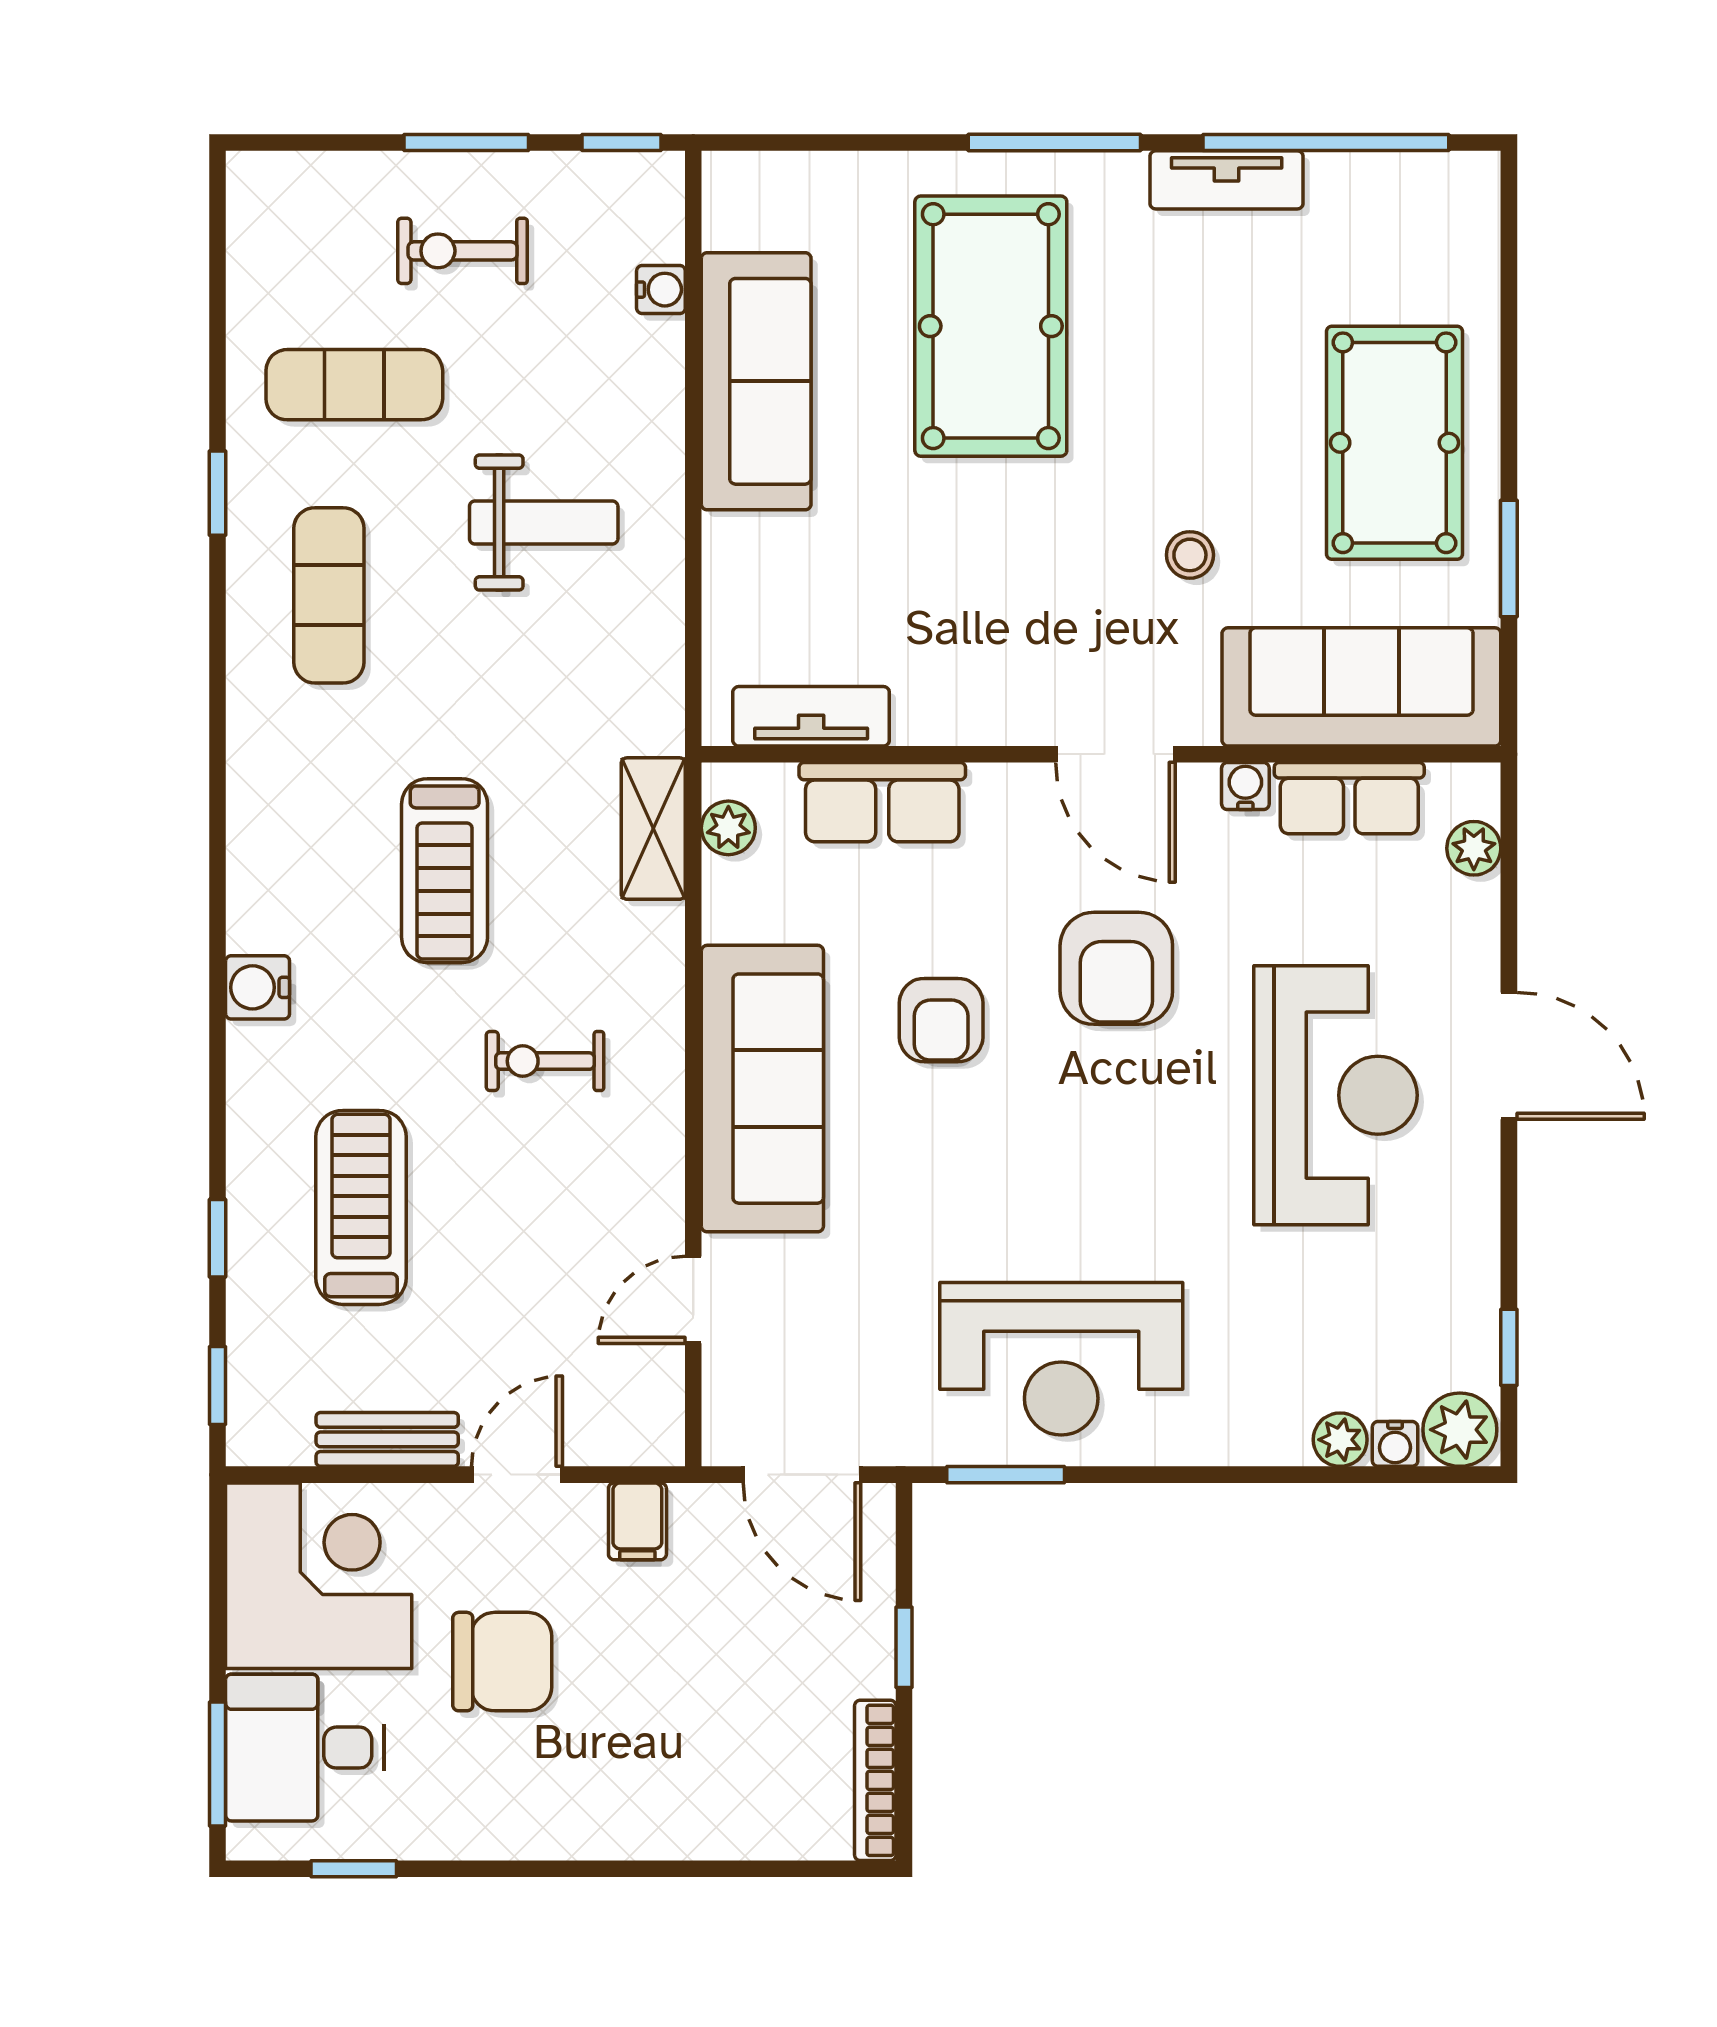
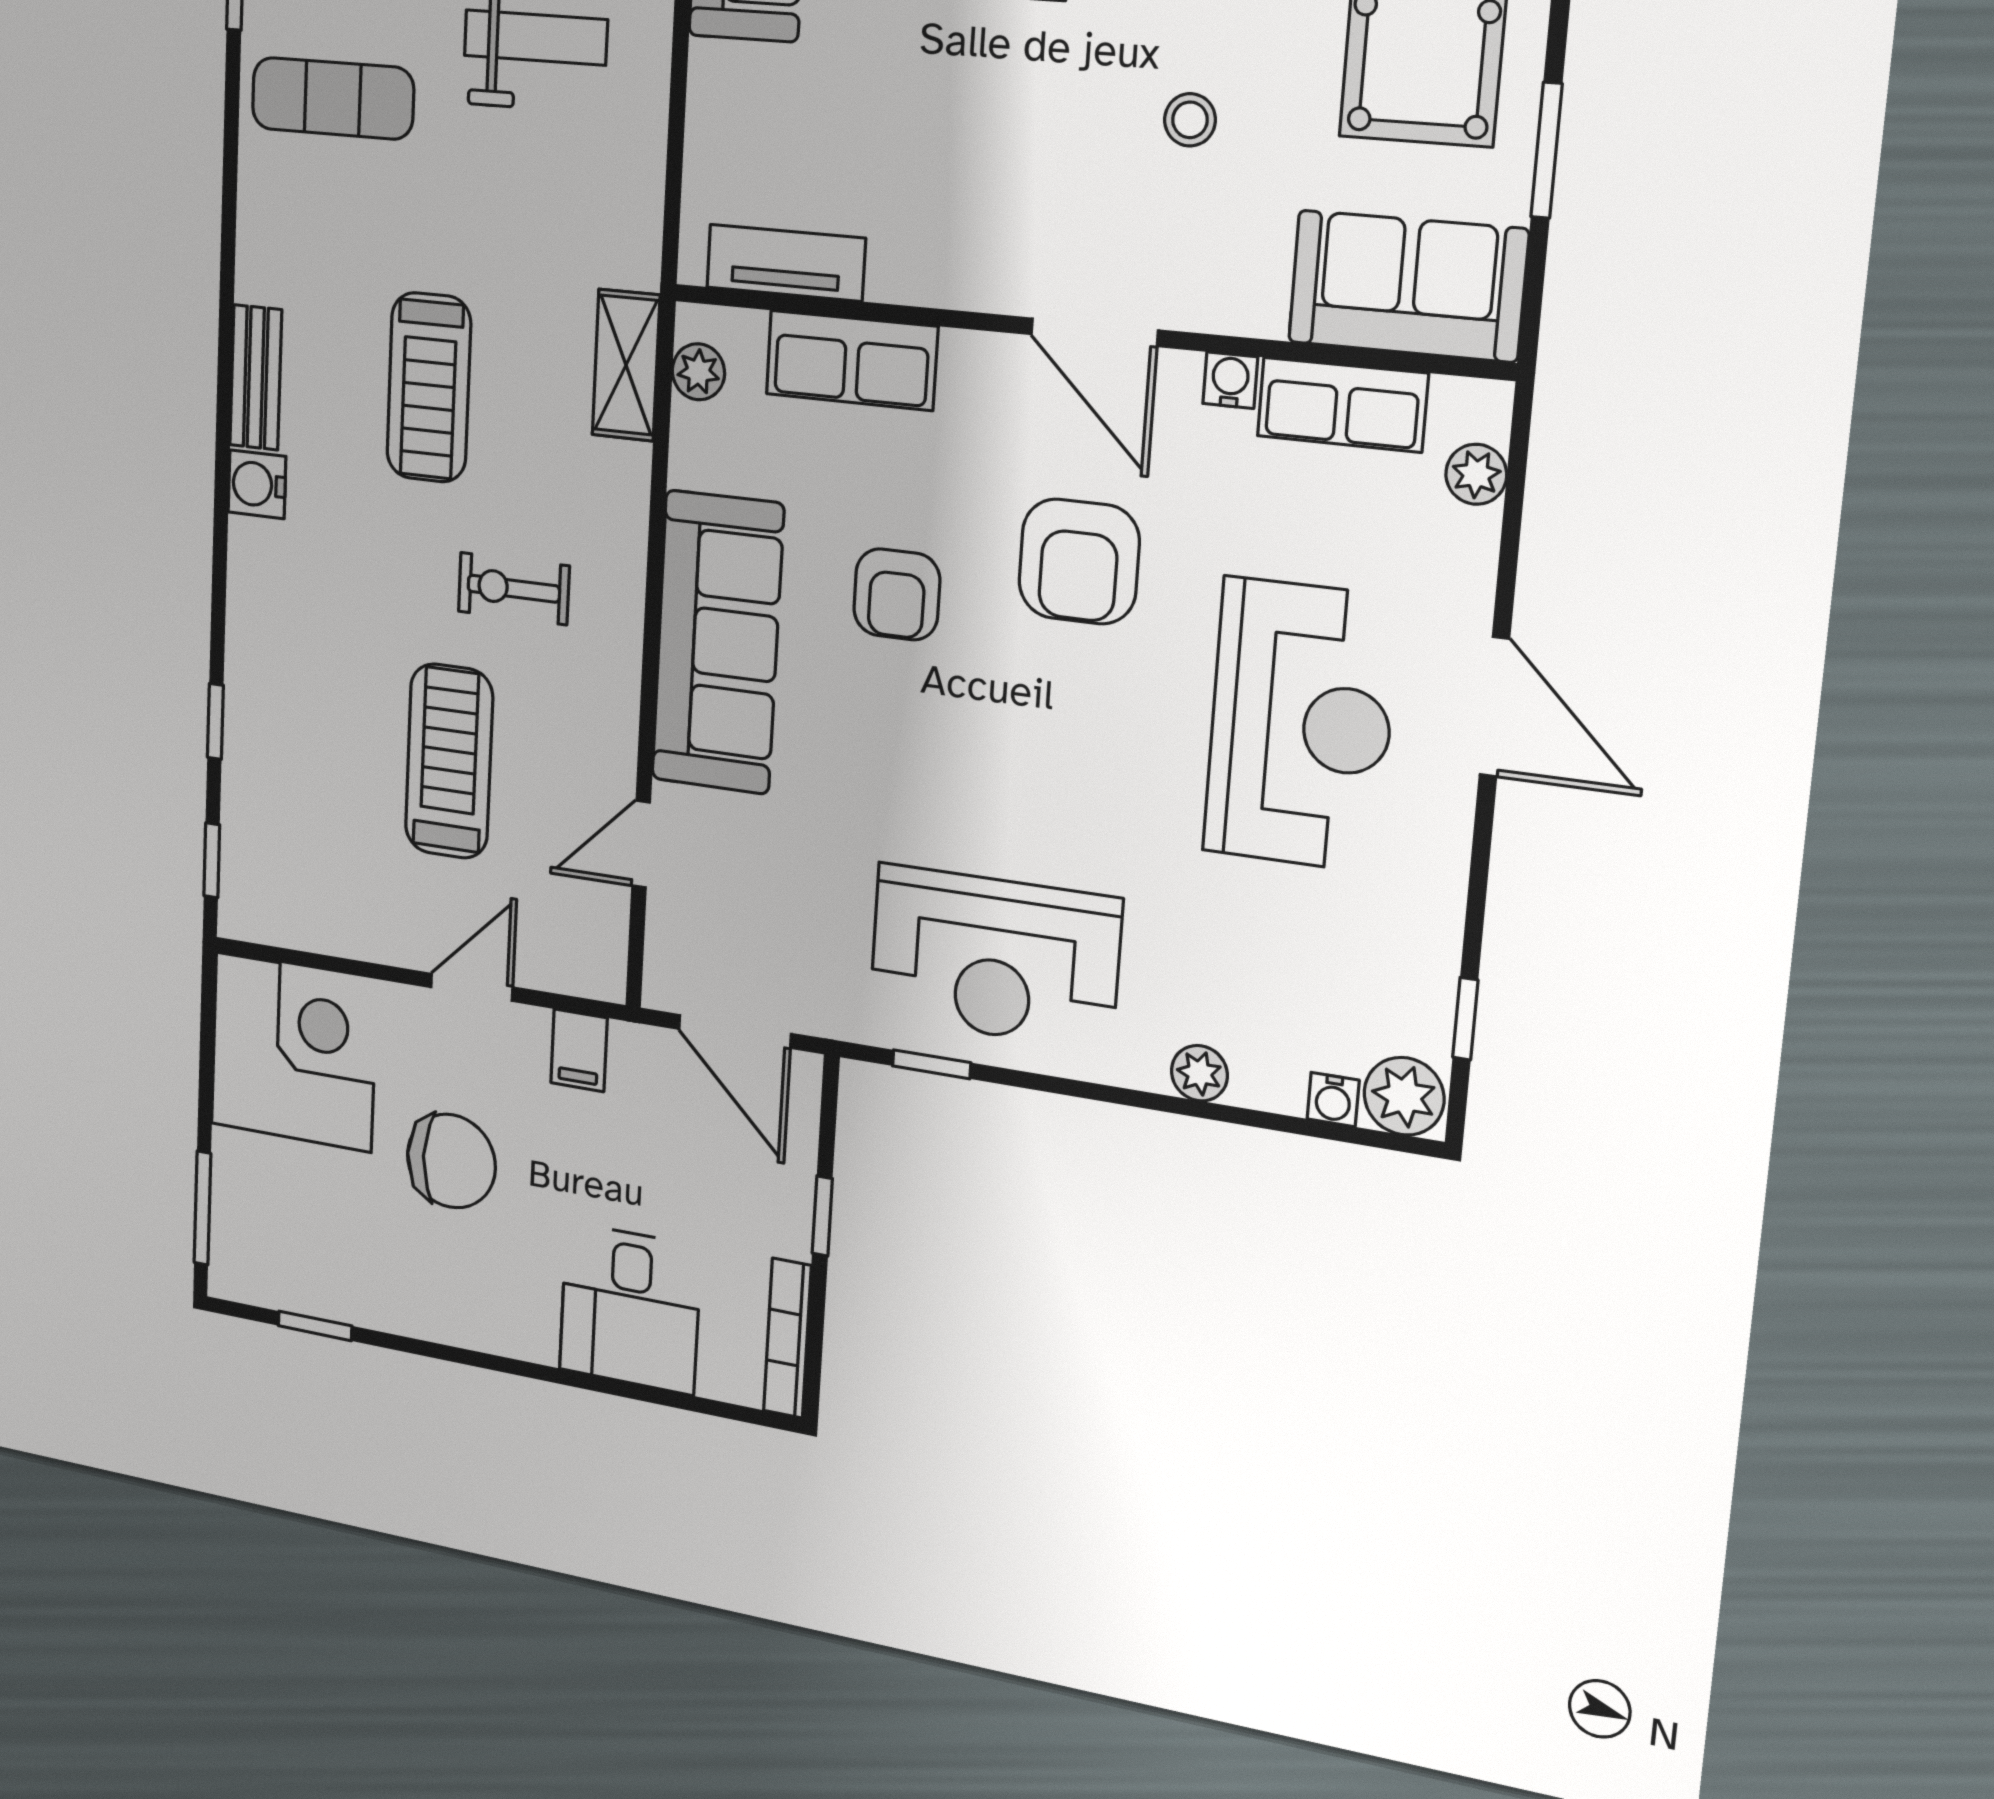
exercise mat: (329, 595) -> (333, 98), turned 90
sofa: (1361, 687) -> (1407, 286), width x0.73
treadmill: (361, 1207) -> (449, 761), moved
bench: (387, 1439) -> (256, 377), moved, turned 90
plant: (1340, 1440) -> (1199, 1073), moved
window: (1006, 1475) -> (932, 1064), width x0.67
desk: (305, 1748) -> (630, 1308), moved, turned -90

